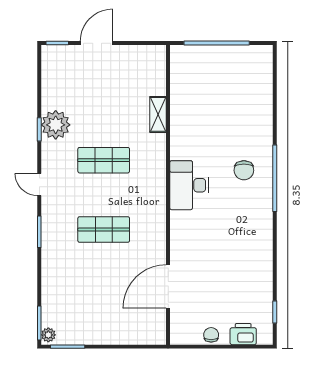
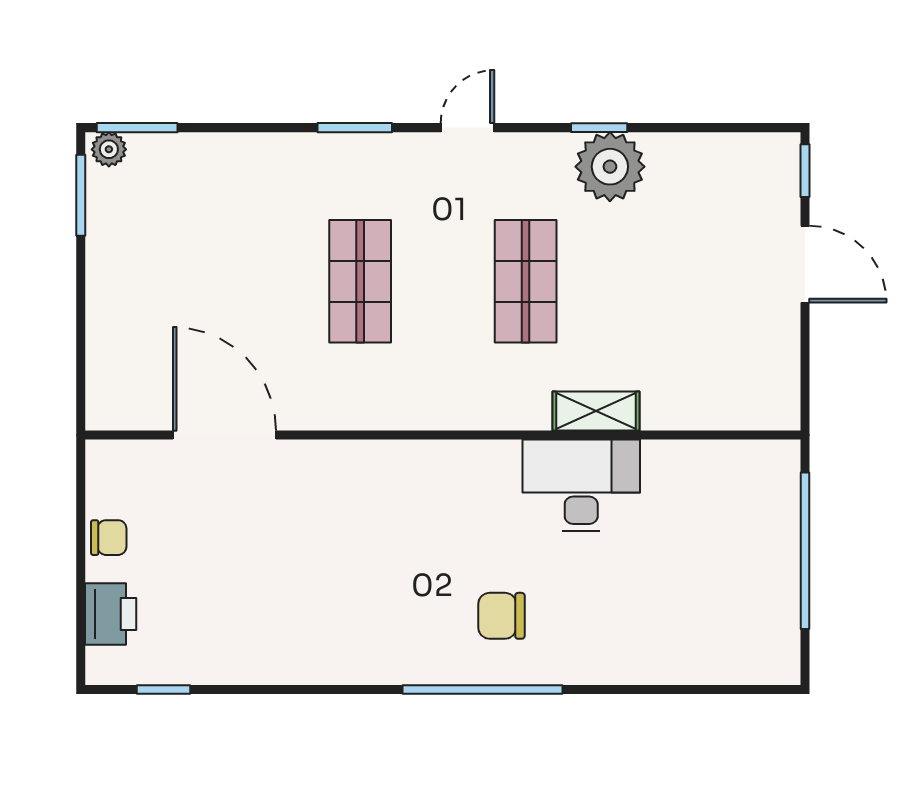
shelving: (158, 114) -> (596, 411), moved
desk: (189, 185) -> (581, 485), moved

